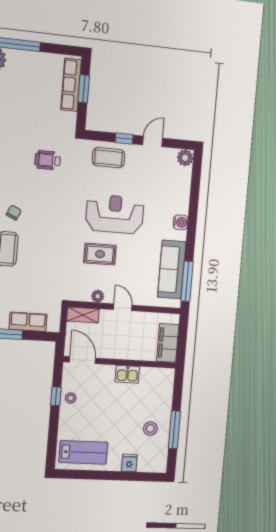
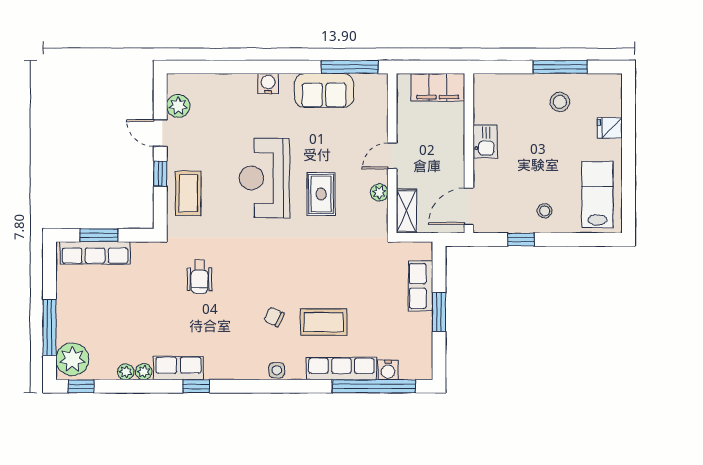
plant: (185, 158) -> (178, 106), moved
sofa: (172, 269) -> (324, 91), width x0.73
stool: (71, 398) -> (545, 211), moved

